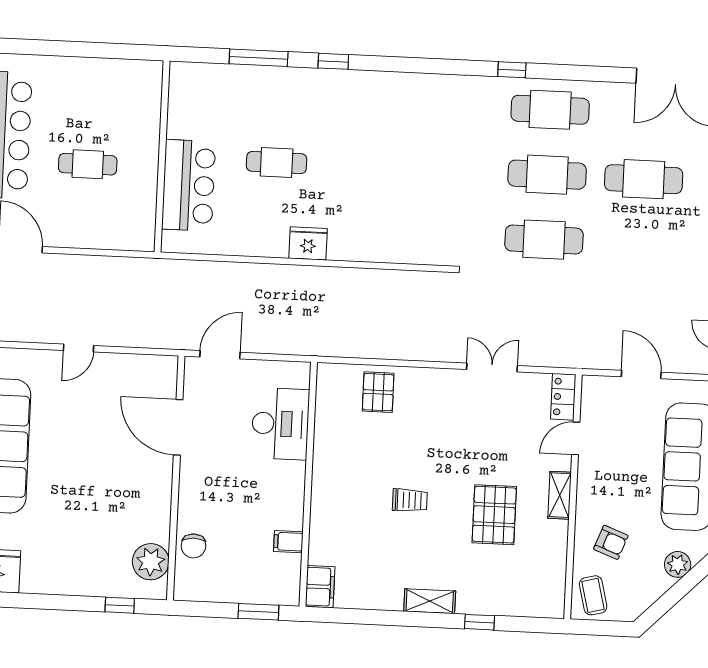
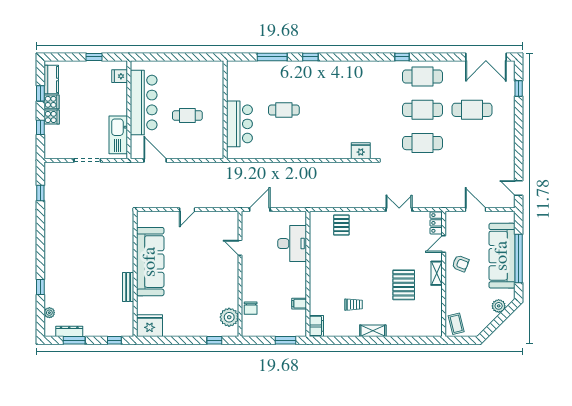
fridge: (308, 243) -> (361, 151), moved
door: (178, 427) -> (240, 248), width x0.53
trolley: (410, 500) -> (354, 305), moved
armchair: (611, 542) -> (461, 264), moved
window: (479, 622) -> (399, 340), removed

